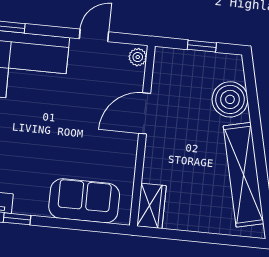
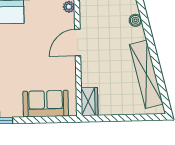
boiler: (230, 99) -> (135, 20), width x0.54, depth x0.54

